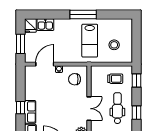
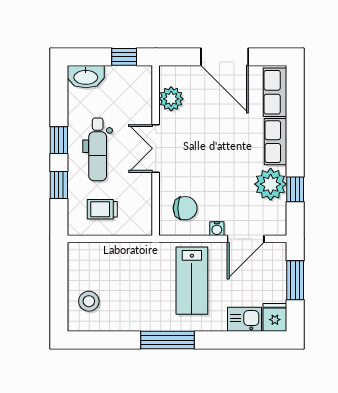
lab bench: (90, 41) -> (192, 281), moved, turned 180
stool: (114, 45) -> (89, 301), moved
window: (137, 80) -> (59, 185), moved
plant: (33, 91) -> (271, 184), added
window: (20, 108) -> (295, 189), moved

